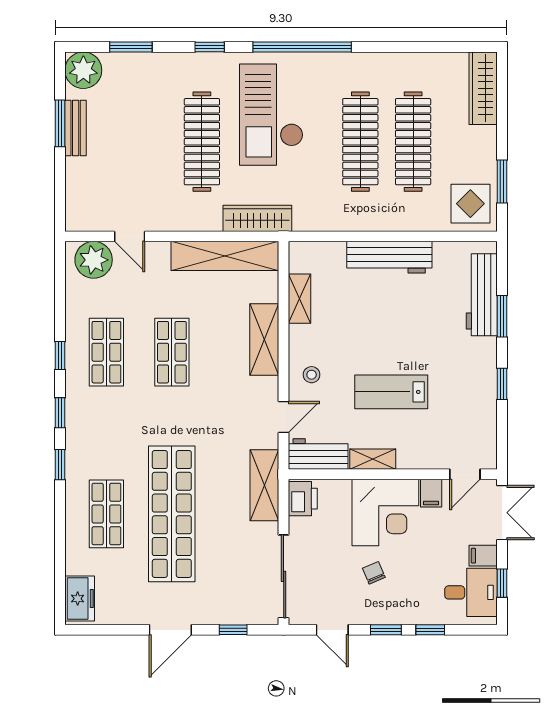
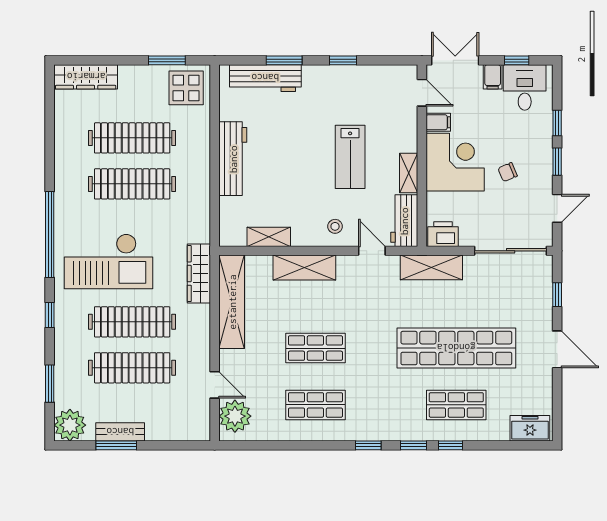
clothes rail: (149, 142) -> (132, 368), added
door: (130, 236) -> (215, 385), hinge flipped
window: (60, 356) -> (450, 445), moved

